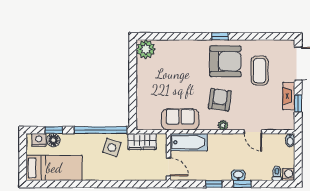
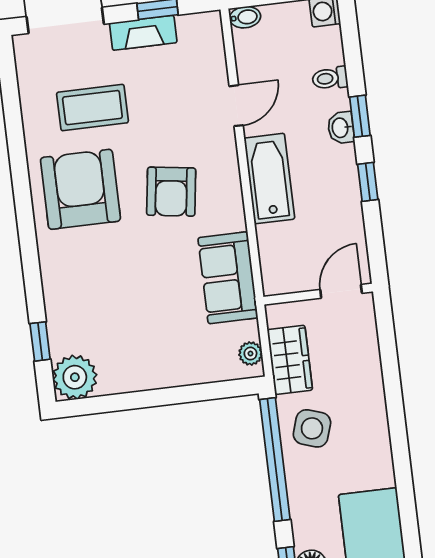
window: (220, 36) -> (40, 341), moved
armchair: (220, 100) -> (171, 192), turned -90
plant: (223, 125) -> (250, 354), moved
bathtub: (189, 142) -> (269, 179), moved
toilet: (277, 173) -> (330, 78), moved

